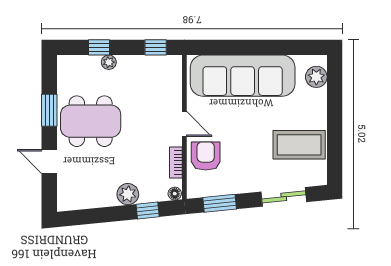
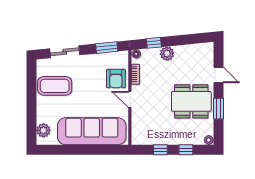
window: (156, 47) -> (160, 150), moved
plant: (109, 62) -> (209, 140), moved

